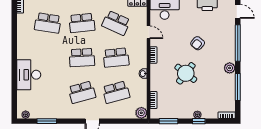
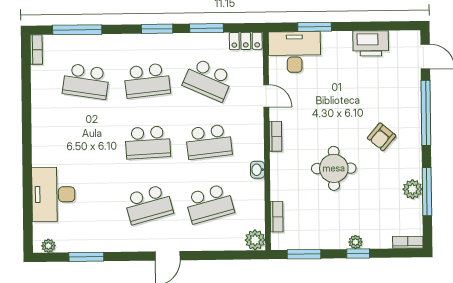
armchair: (198, 43) -> (382, 137), moved
plant: (230, 68) -> (412, 189), moved
round table: (186, 73) -> (334, 168), turned -38
desk: (29, 75) -> (53, 194), moved

